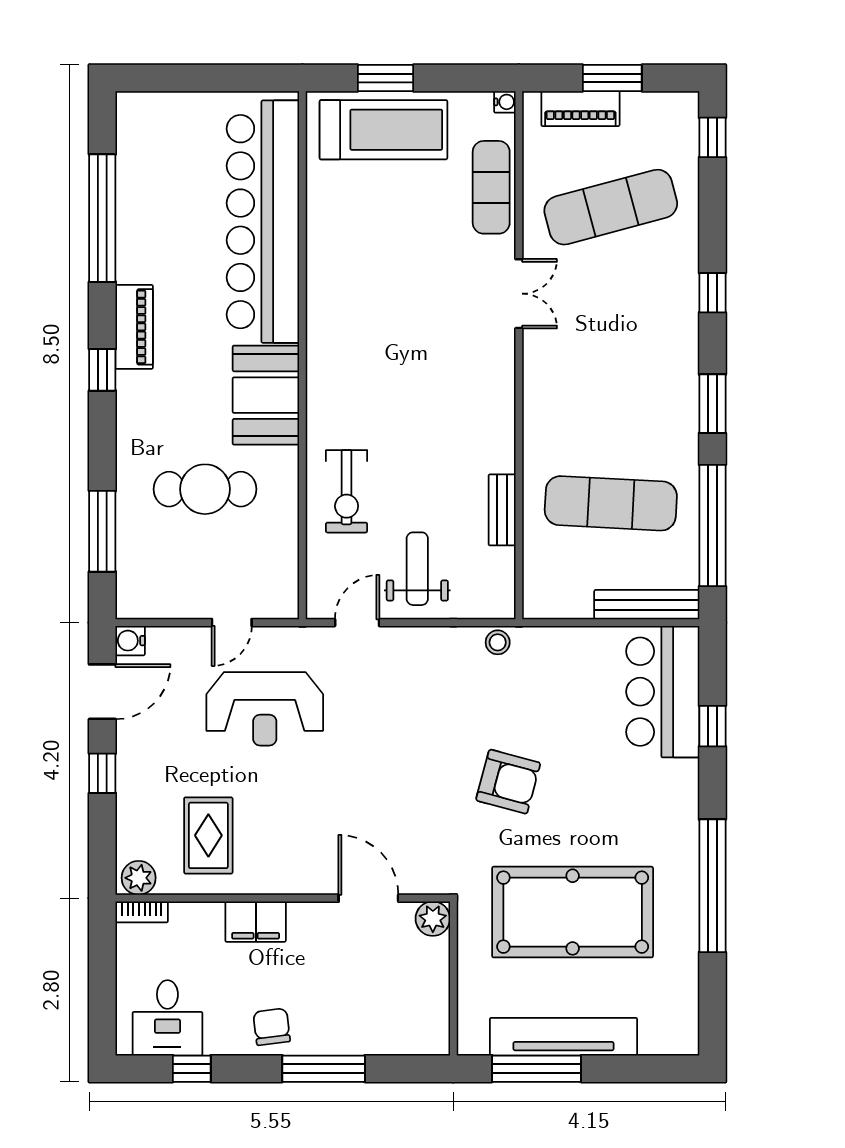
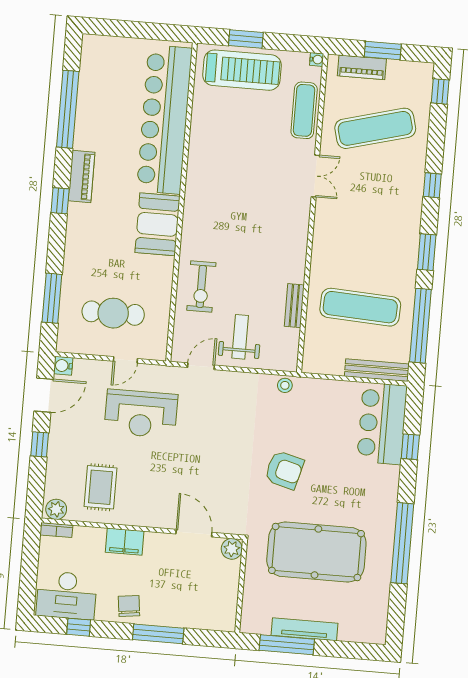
cafe table: (205, 489) -> (113, 313), moved
desk: (167, 1018) -> (67, 595), width x1.37
tv unit: (564, 1037) -> (304, 629), width x0.73, depth x0.78

